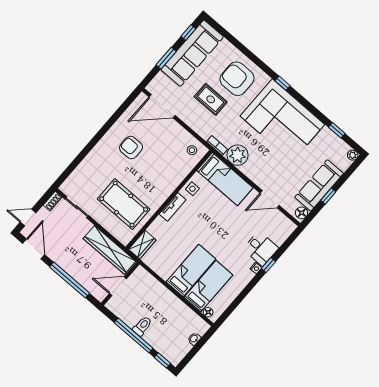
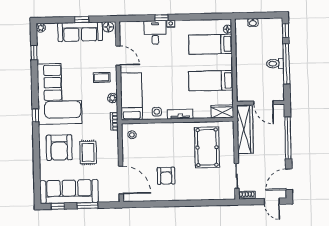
plant: (238, 155) -> (113, 98), width x0.53, depth x0.53
coffee table: (264, 169) -> (102, 77), added
bed: (191, 270) -> (211, 81), moved

